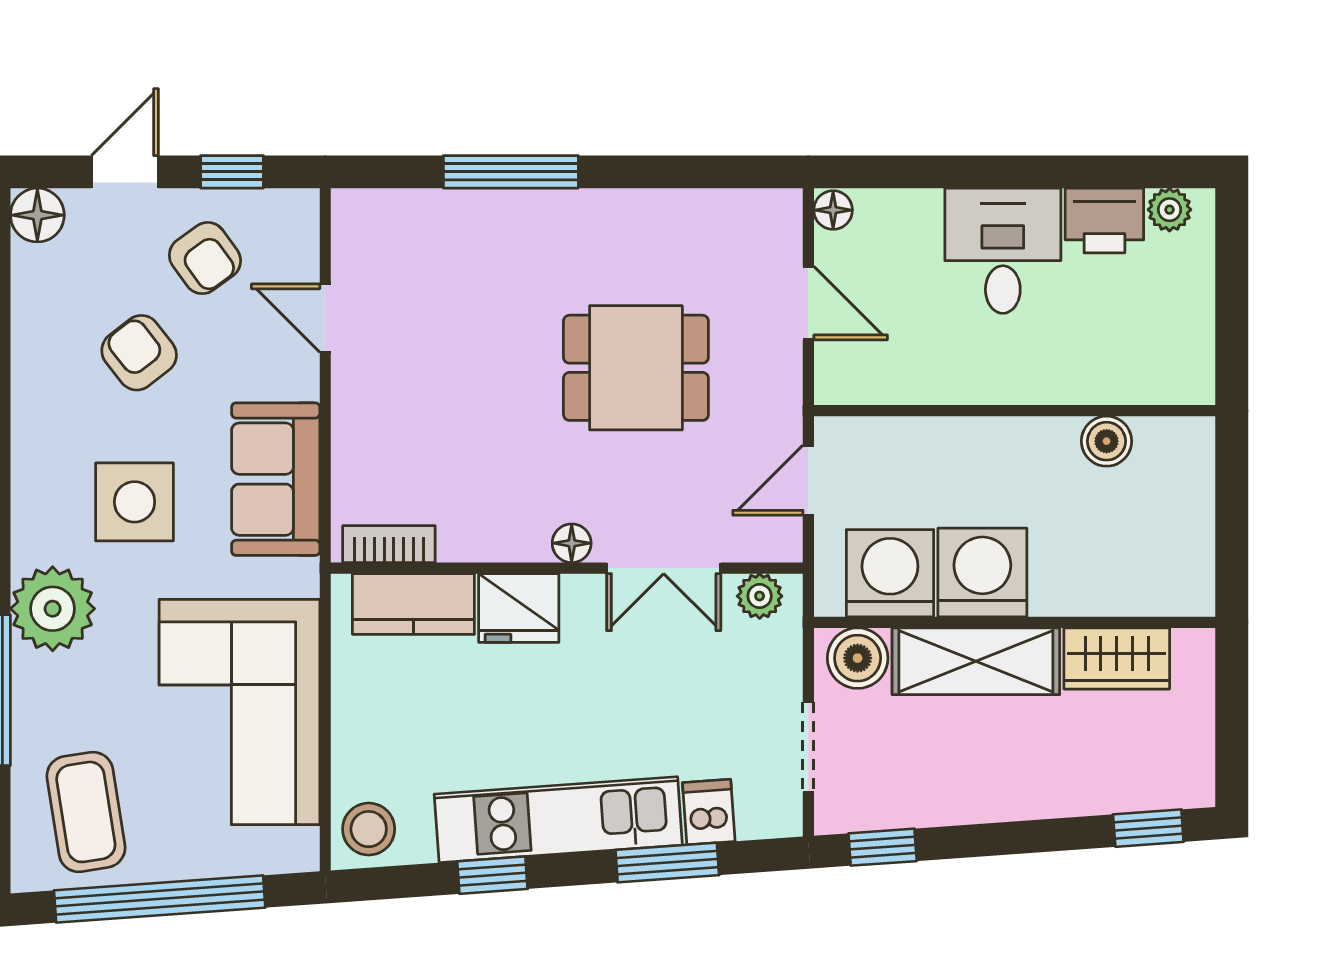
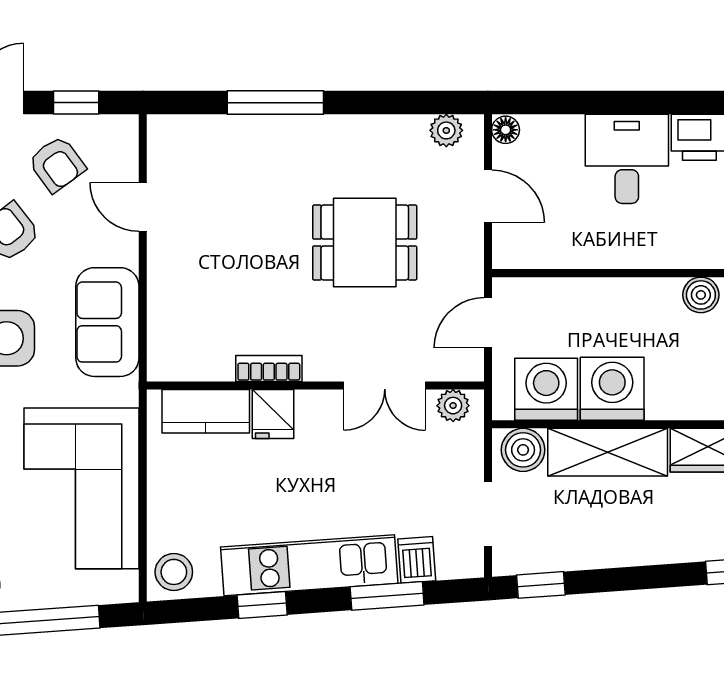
plant: (750, 211) -> (446, 130), added
floor lamp: (572, 543) -> (319, 368), removed
bookcase: (389, 544) -> (269, 368), moved
fridge: (519, 608) -> (273, 414), width x0.72

